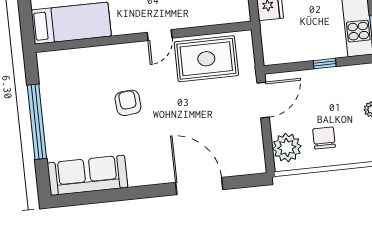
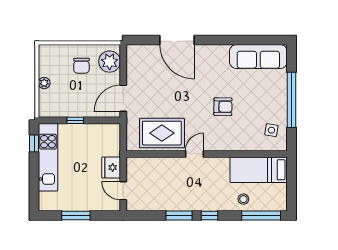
side table: (60, 78) -> (271, 130), added
armchair: (128, 103) -> (223, 107), turned -84

